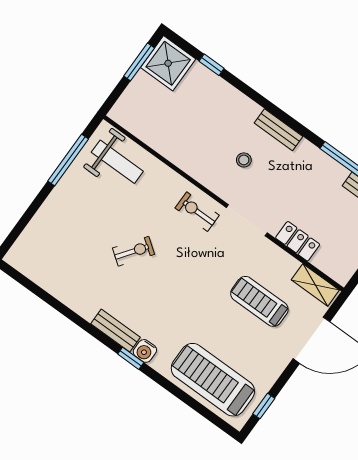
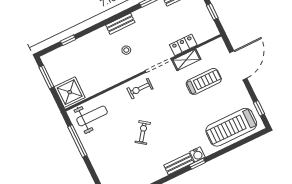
shower: (168, 63) -> (70, 92), moved
shelving: (315, 285) -> (186, 60), moved
treadmill: (259, 301) -> (204, 81), turned 180

